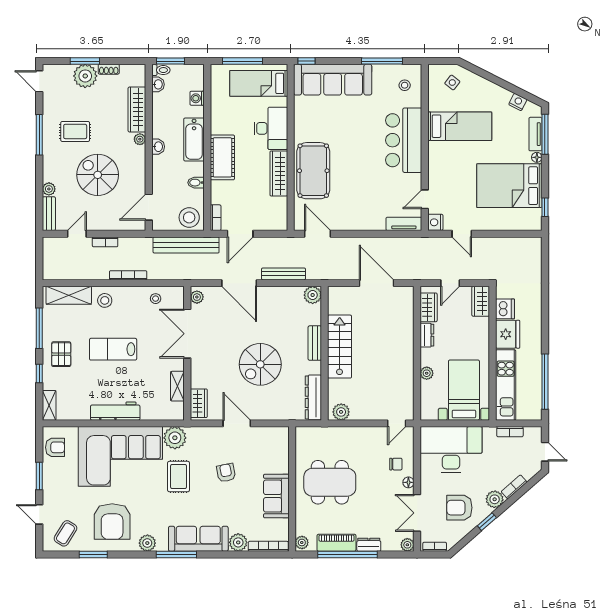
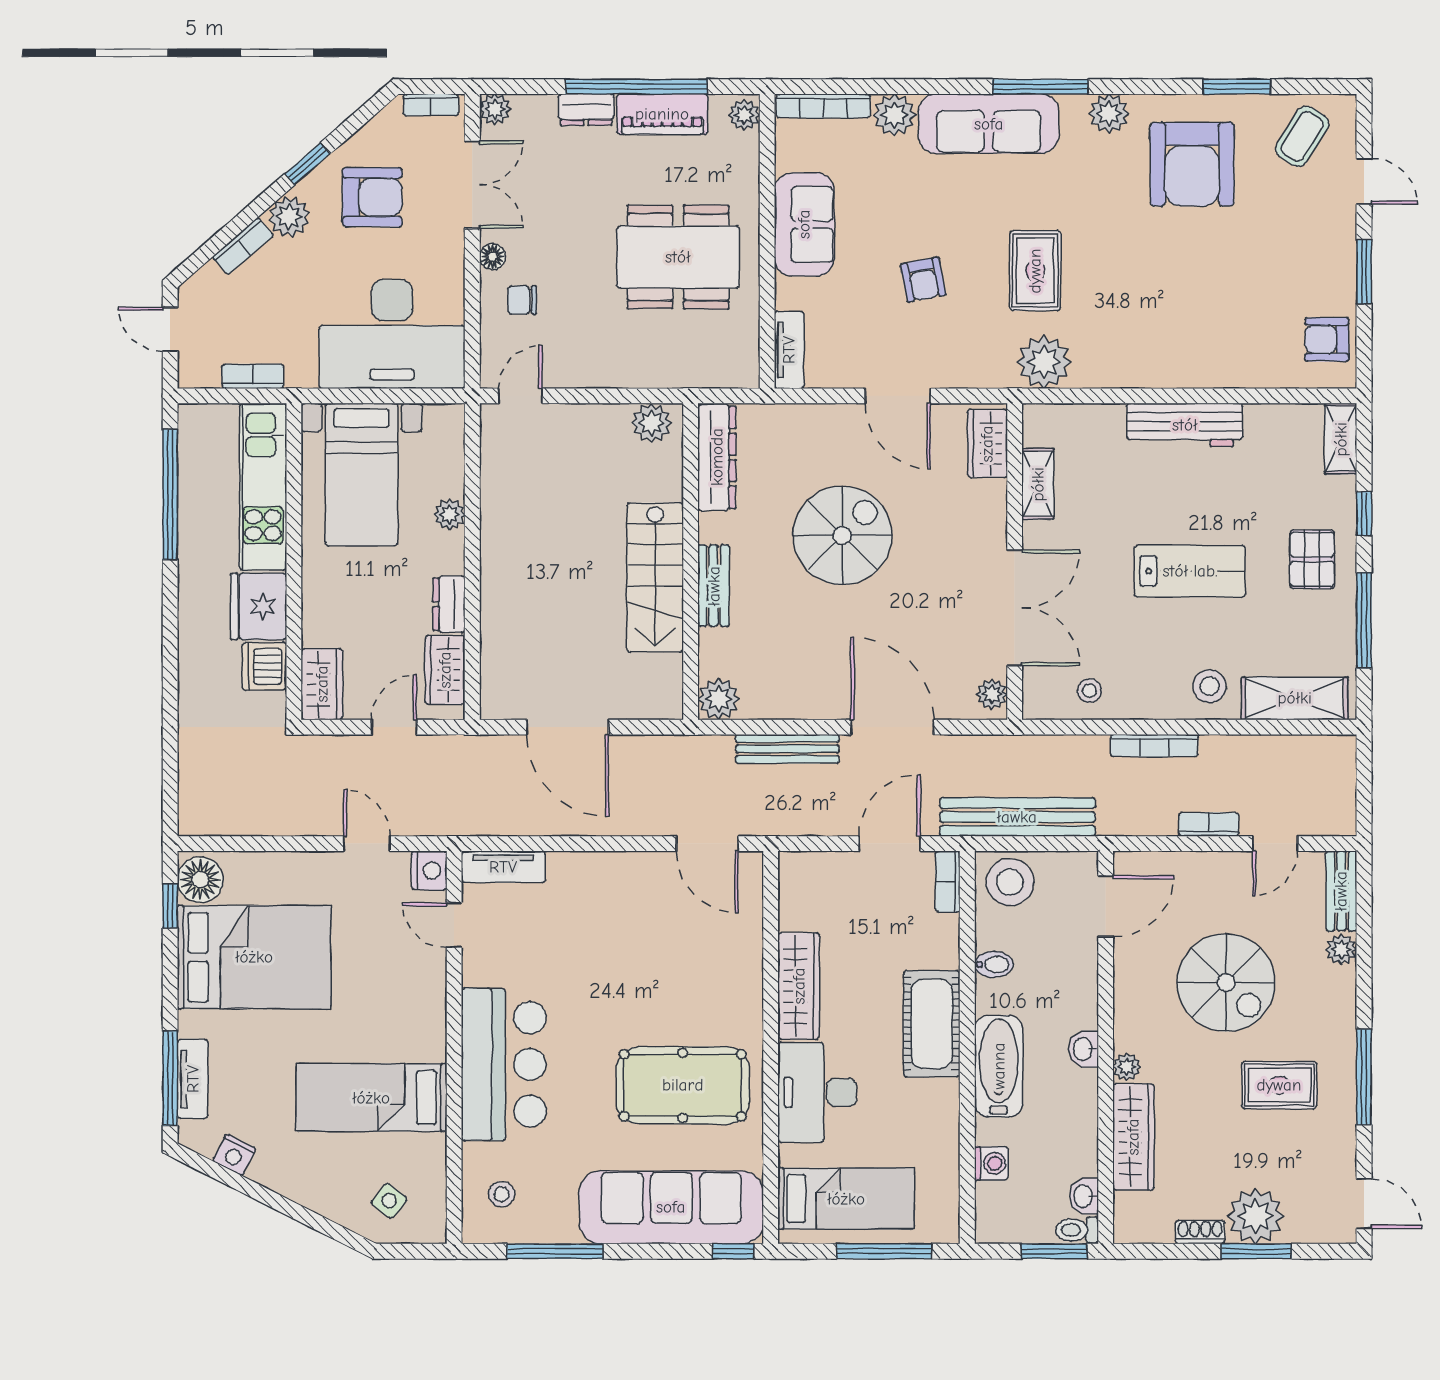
floor lamp: (537, 157) -> (200, 880), moved, width x1.89, depth x1.89
pool table: (313, 171) -> (683, 1085), moved, turned 90
door: (425, 199) -> (454, 925), swing flipped
tv unit: (283, 443) -> (789, 350), added
corner sofa: (120, 456) -> (1173, 318), removed
armchair: (112, 522) -> (1192, 164), turned 180

